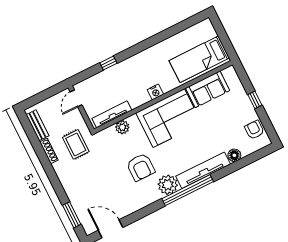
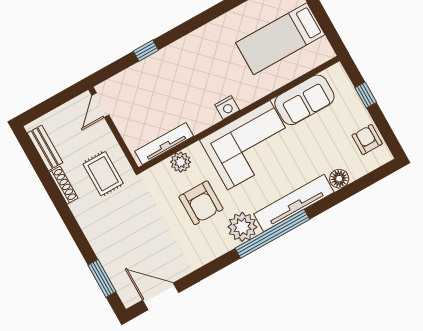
sofa: (208, 89) -> (304, 100), moved
nightstand: (155, 92) -> (227, 107), moved
wall: (163, 97) -> (239, 114), moved
tv unit: (112, 114) -> (164, 144), moved
corner sofa: (169, 118) -> (249, 145), moved
plant: (122, 127) -> (181, 162), moved

